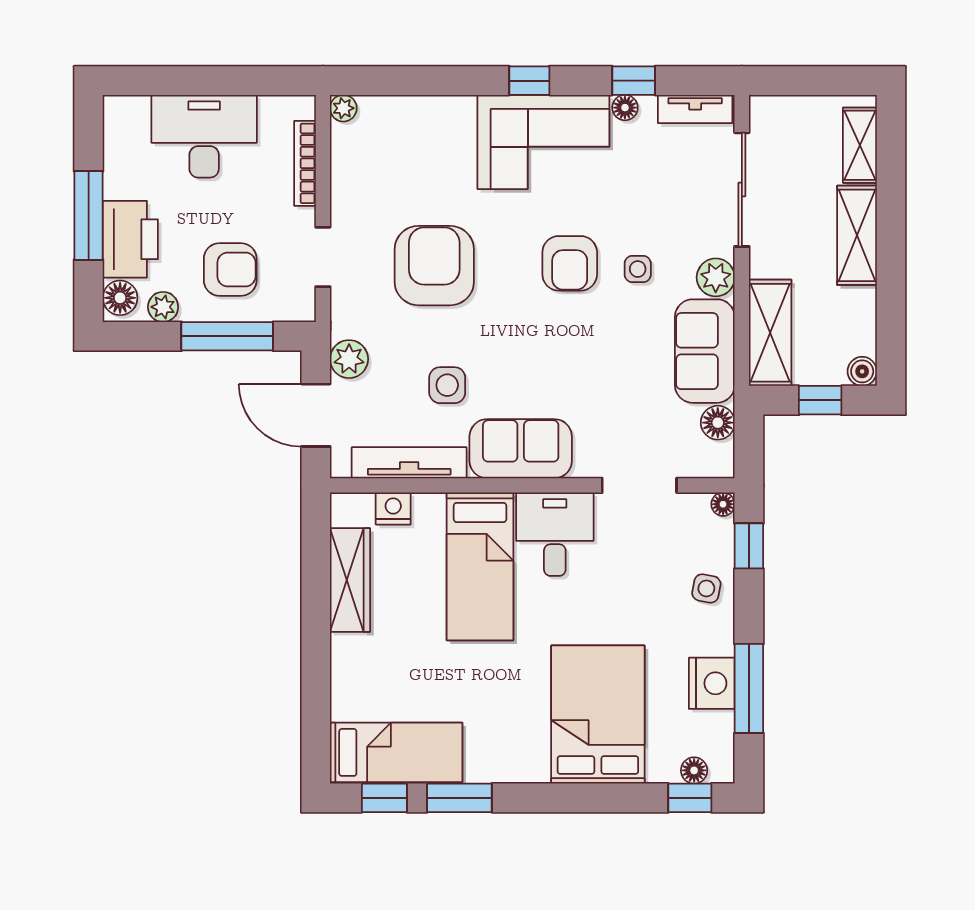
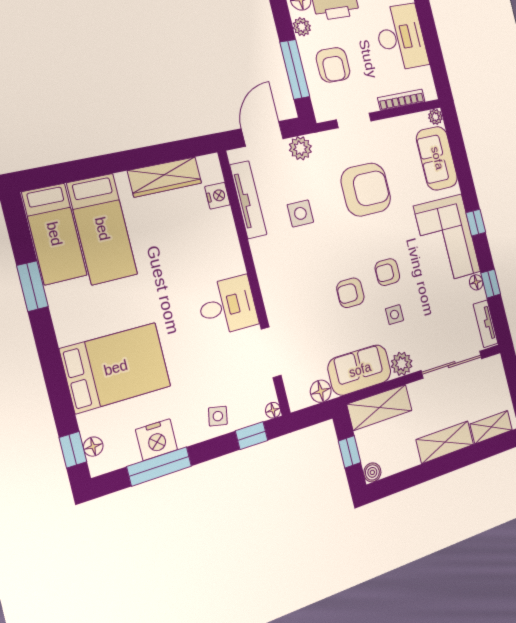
armchair: (570, 263) -> (387, 272), width x0.72, depth x0.72
armchair: (586, 335) -> (350, 293), added
sofa: (521, 449) -> (437, 158), moved, turned 180
bed: (480, 566) -> (102, 229), moved, turned -90
window: (384, 798) -> (19, 233), removed

